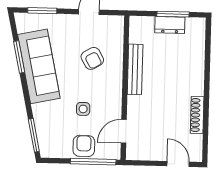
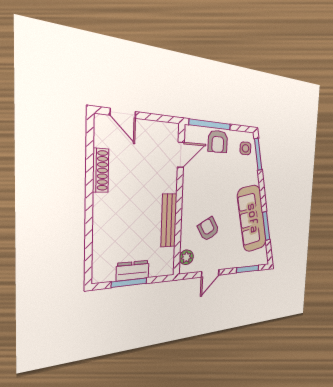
plant: (116, 32) -> (186, 257), added
side table: (83, 109) -> (245, 148), moved

